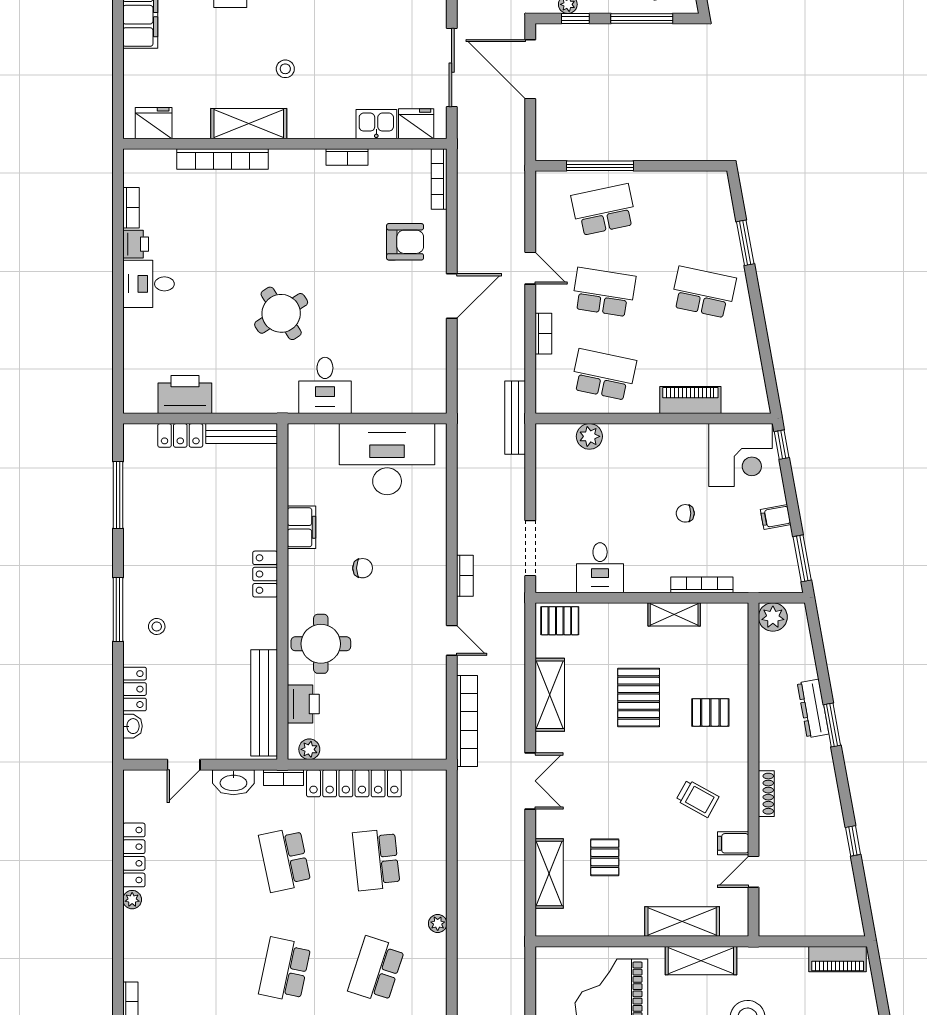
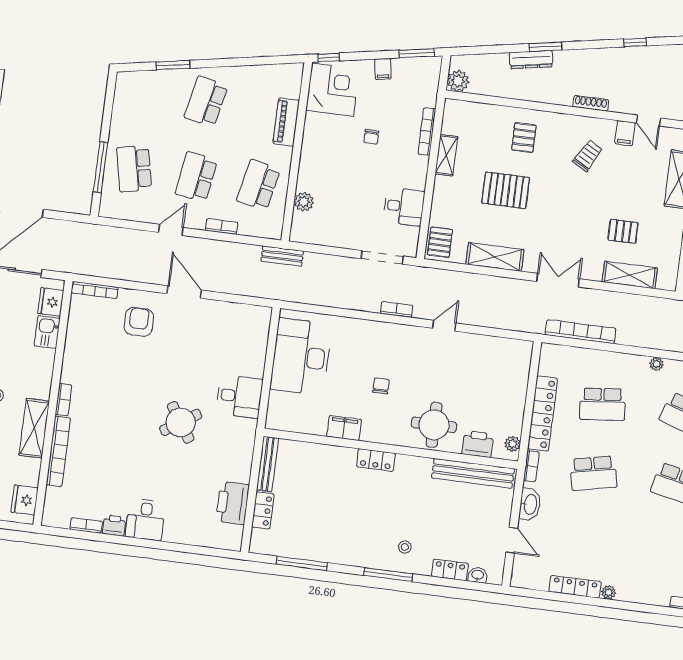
bookcase: (347, 157) -> (64, 400), moved
bench: (515, 418) -> (282, 256), width x0.73
bookcase: (467, 721) -> (581, 332), moved

